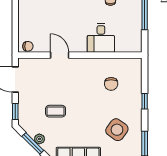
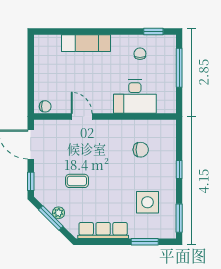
desk: (101, 38) -> (135, 97), width x1.37
chair: (111, 84) -> (141, 150), turned -90
side table: (117, 130) -> (147, 202), turned -36

